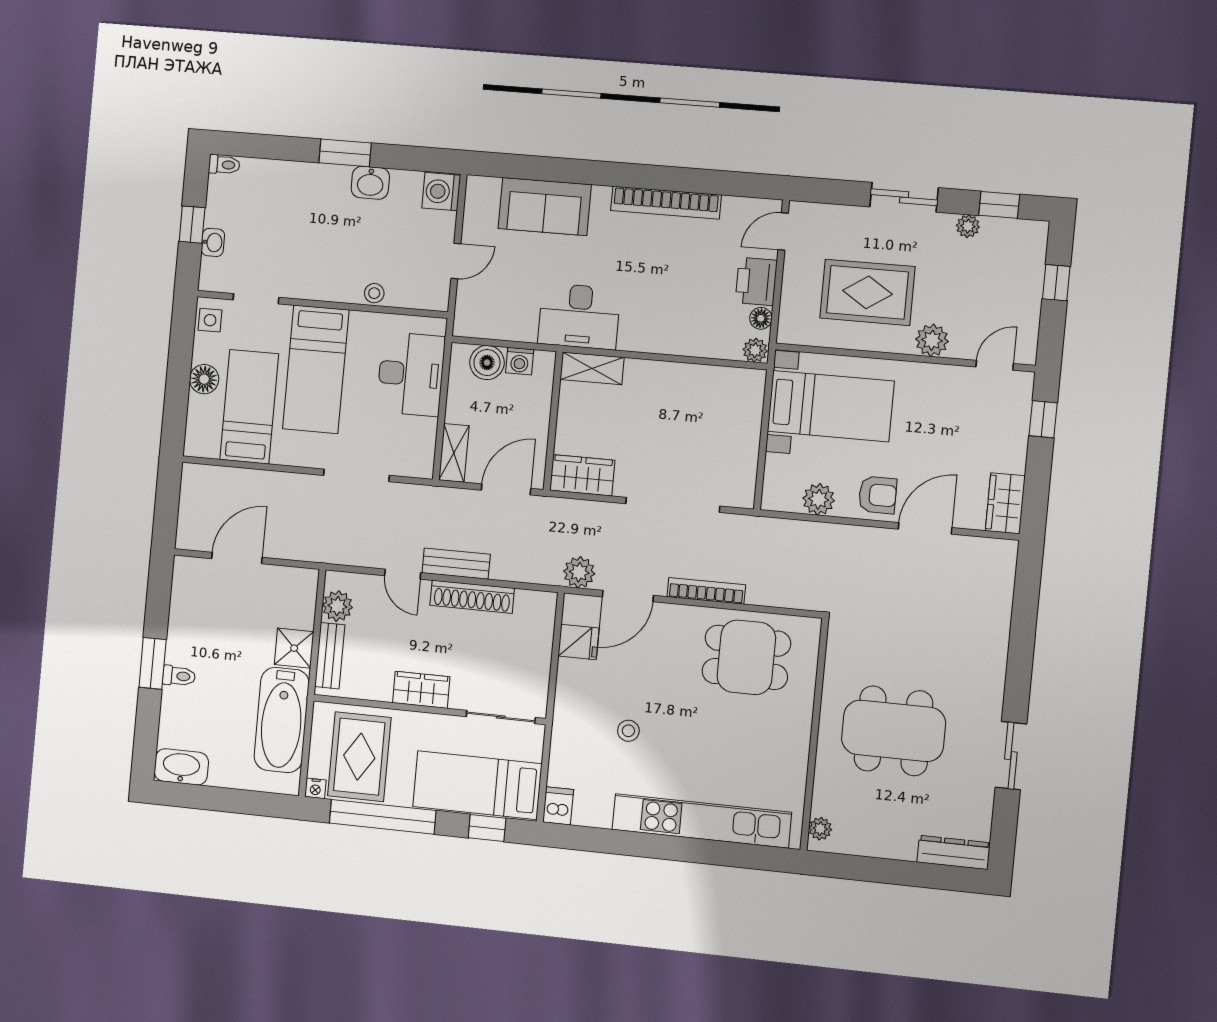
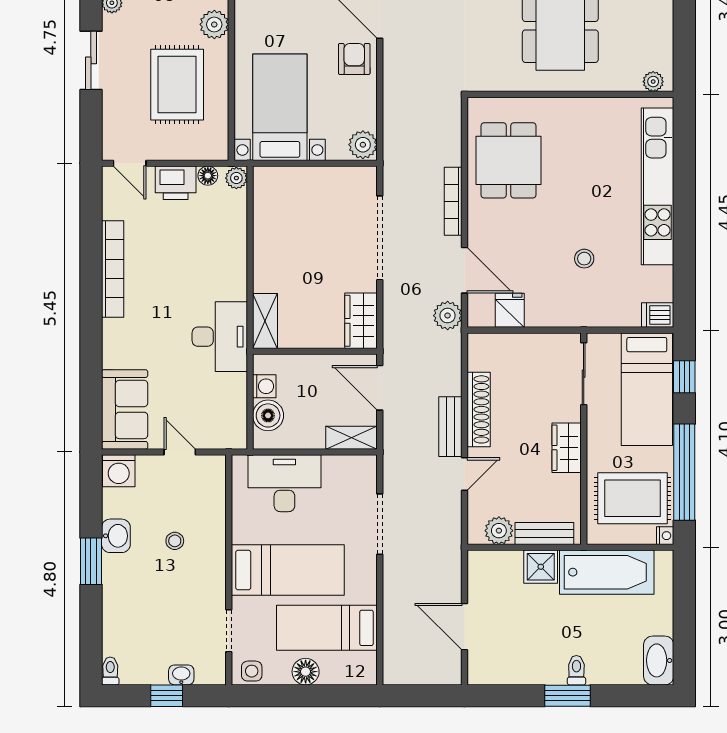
sofa: (545, 207) -> (125, 409), moved
stool: (374, 293) -> (175, 541), moved
plant: (819, 499) -> (363, 145), moved

